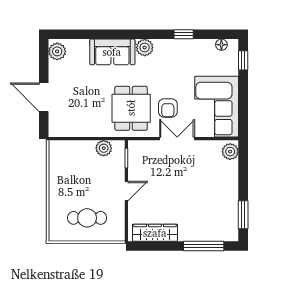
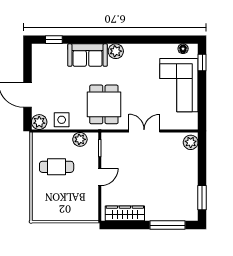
window: (184, 34) -> (54, 40), moved
plant: (57, 51) -> (39, 122), moved
corner sofa: (217, 107) -> (179, 85), moved
armchair: (168, 108) -> (136, 104), removed
side table: (83, 126) -> (62, 120), added
cafe table: (87, 218) -> (57, 167), moved

